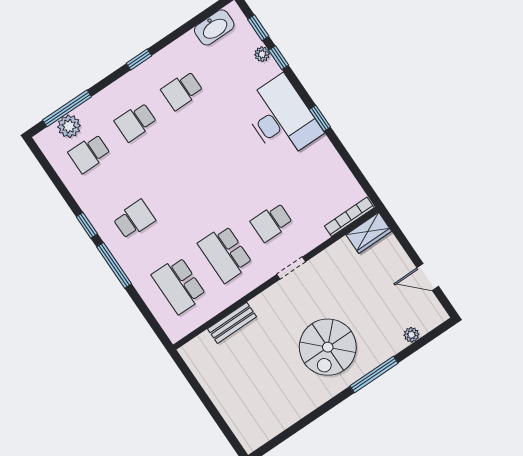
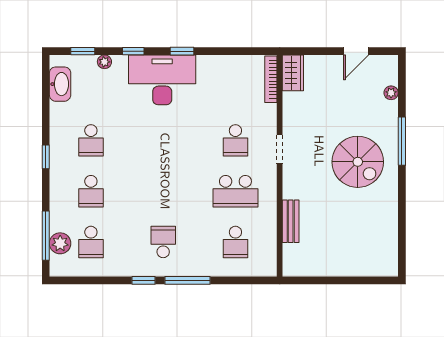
window: (279, 58) -> (133, 51), moved
school desk: (179, 285) -> (235, 242), width x0.54

